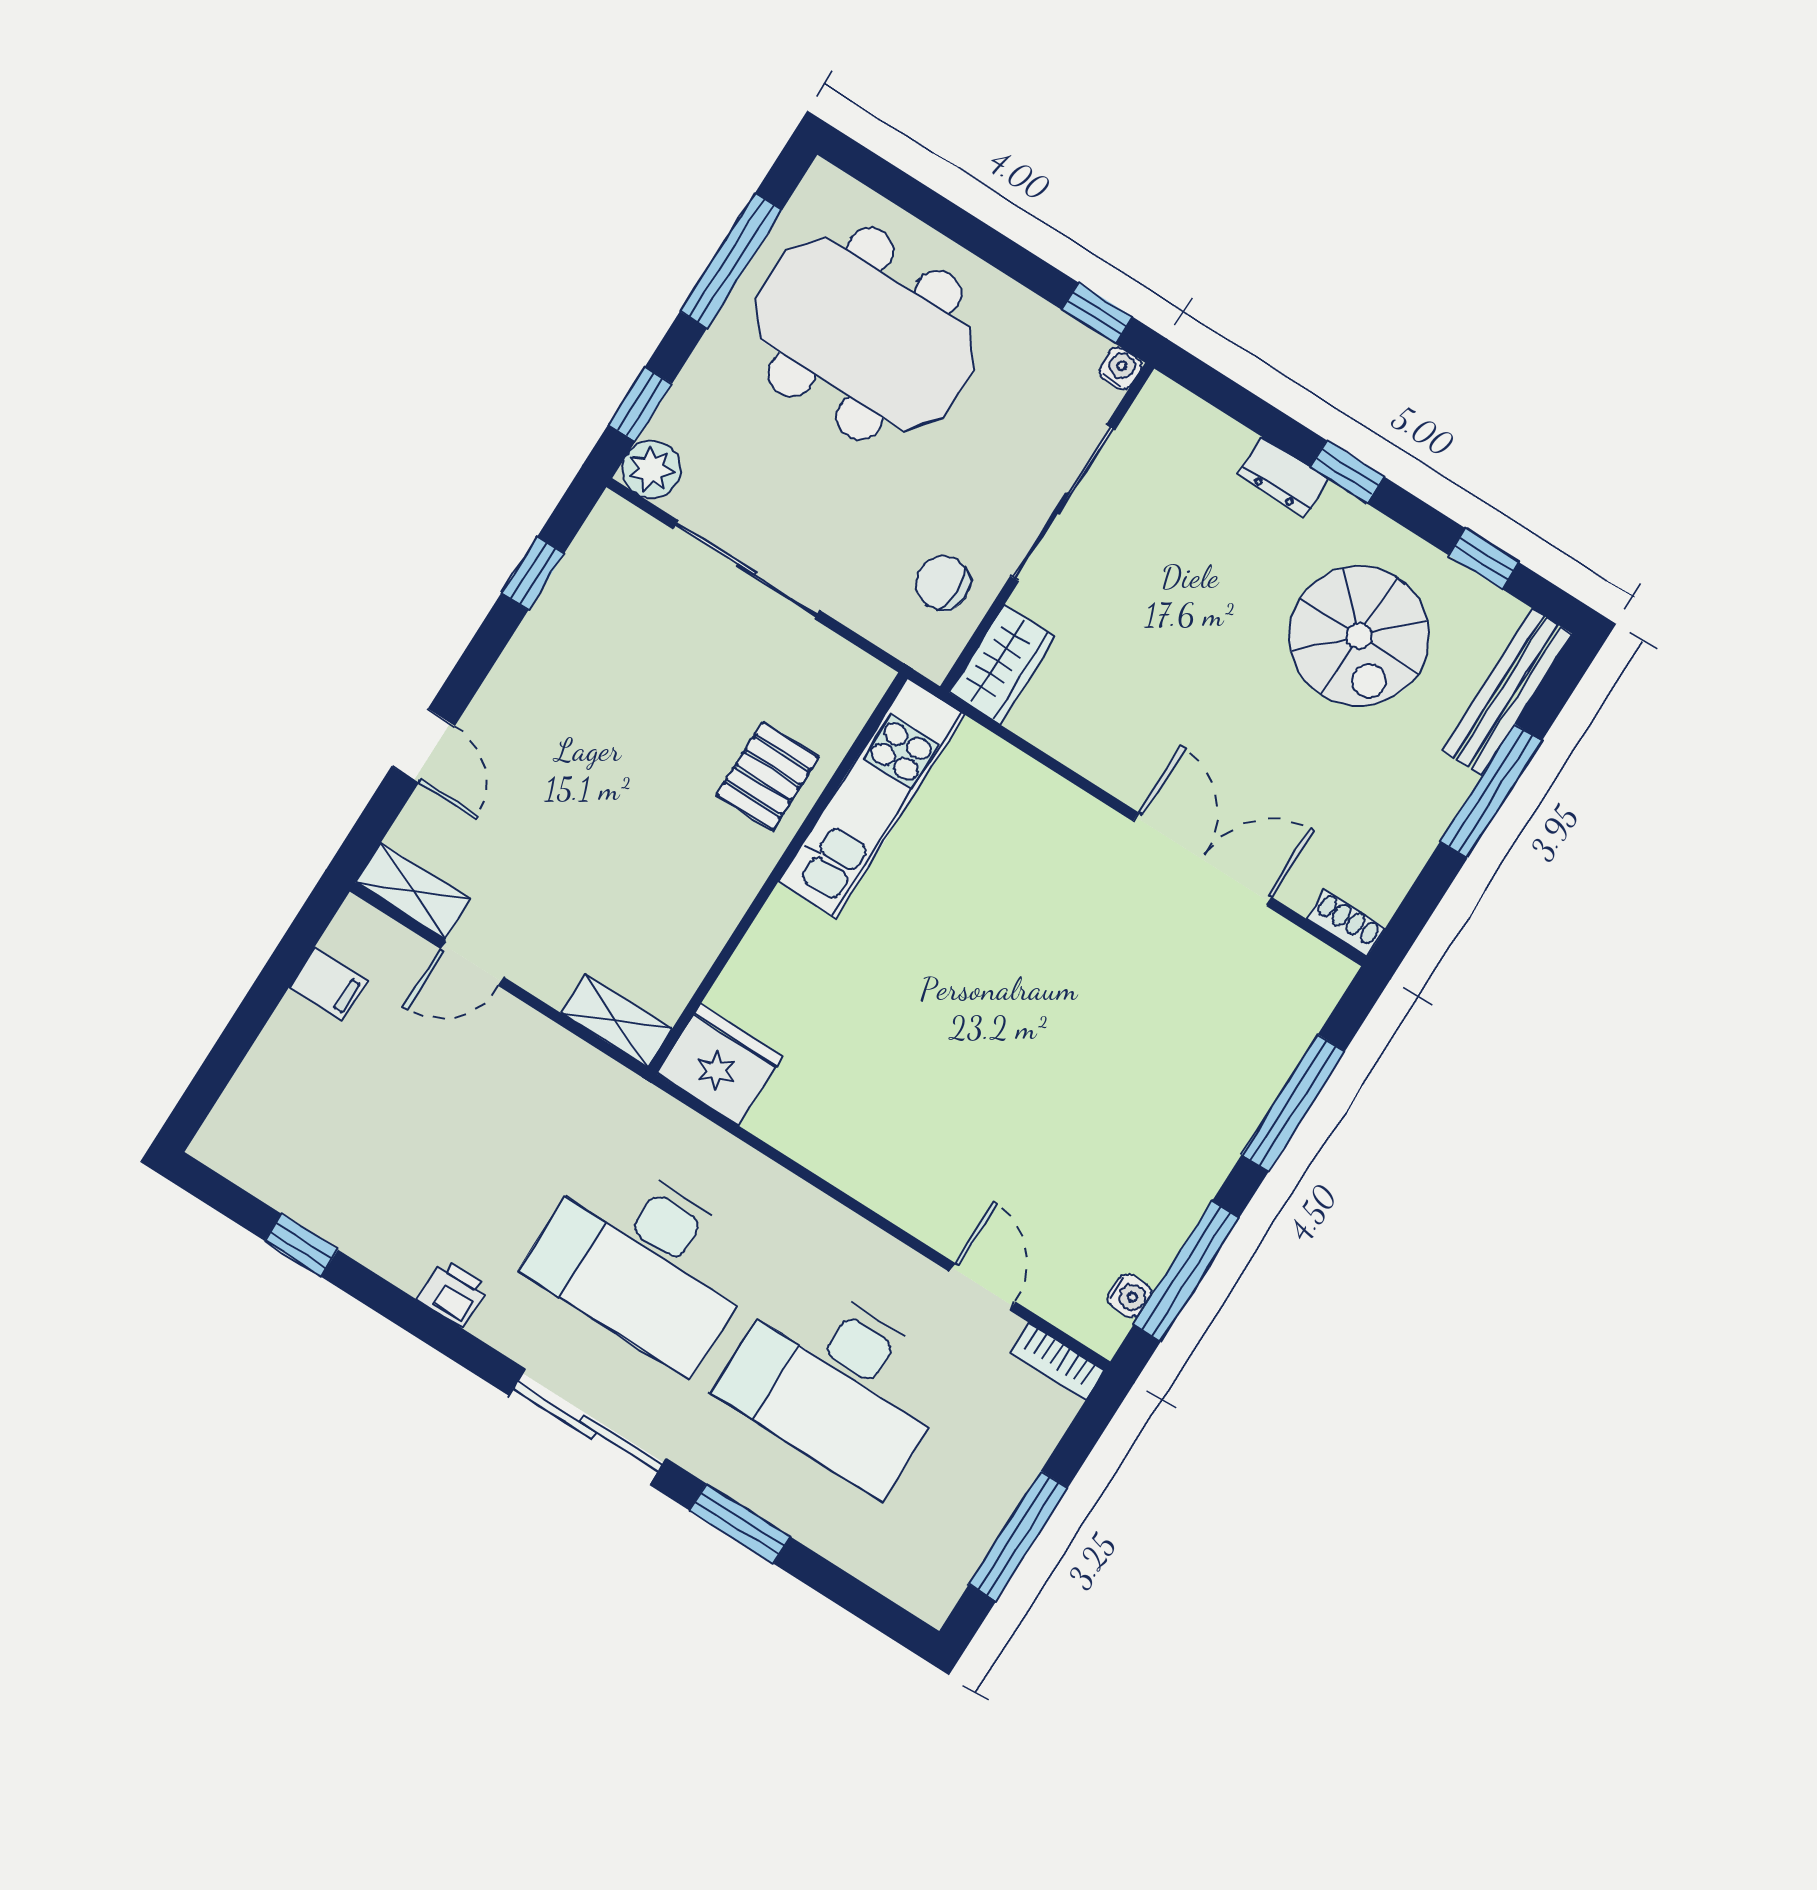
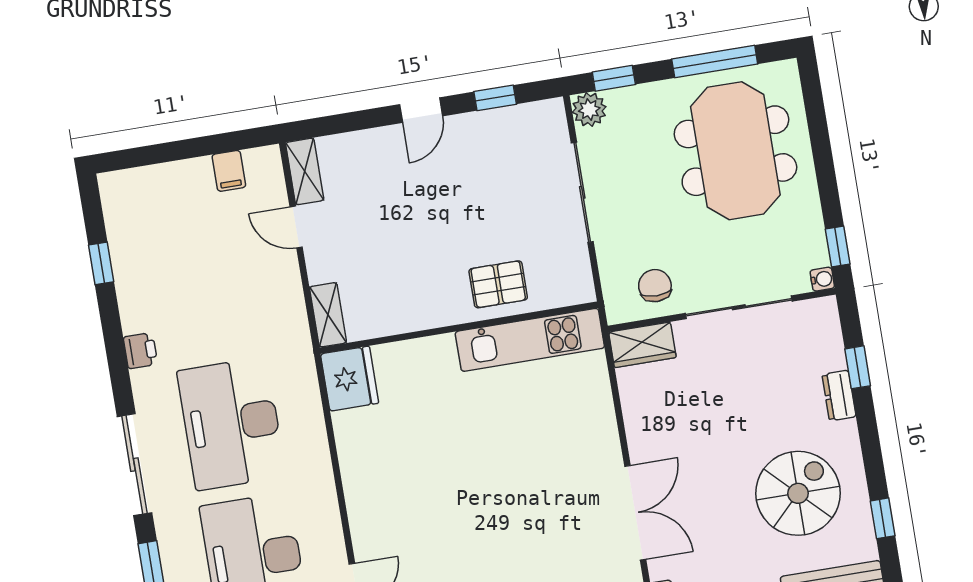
window: (1347, 472) -> (858, 367), moved
spiral stairs: (1359, 636) -> (798, 493), turned 180
door: (423, 746) -> (421, 110), moved

